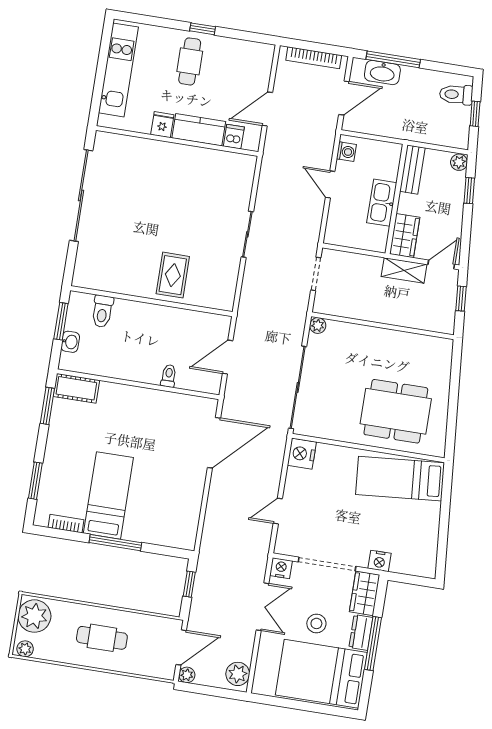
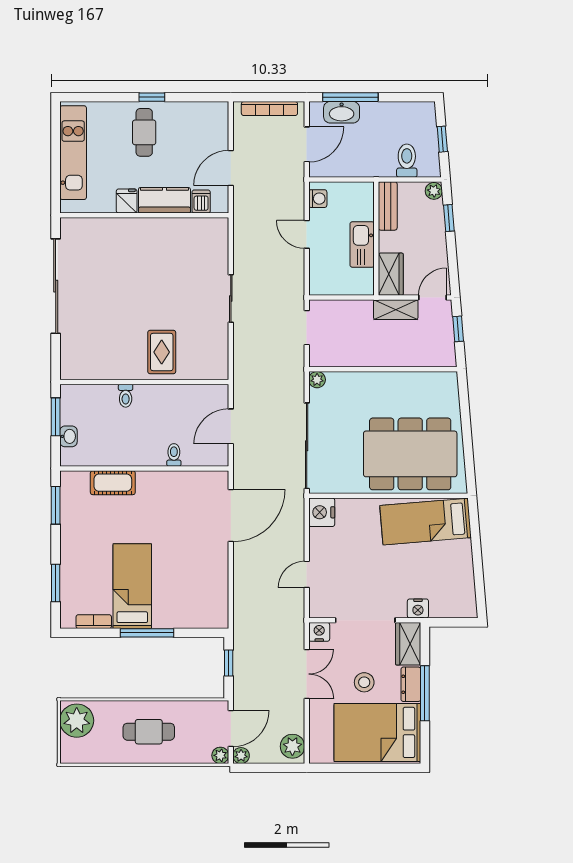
toilet: (456, 95) -> (407, 161), moved, turned 95
toilet: (102, 311) -> (126, 396), moved, width x0.73, depth x0.72
cot: (76, 388) -> (113, 483), moved
dining table: (396, 411) -> (410, 454), width x1.36, depth x1.24
plant: (25, 649) -> (220, 755), moved

